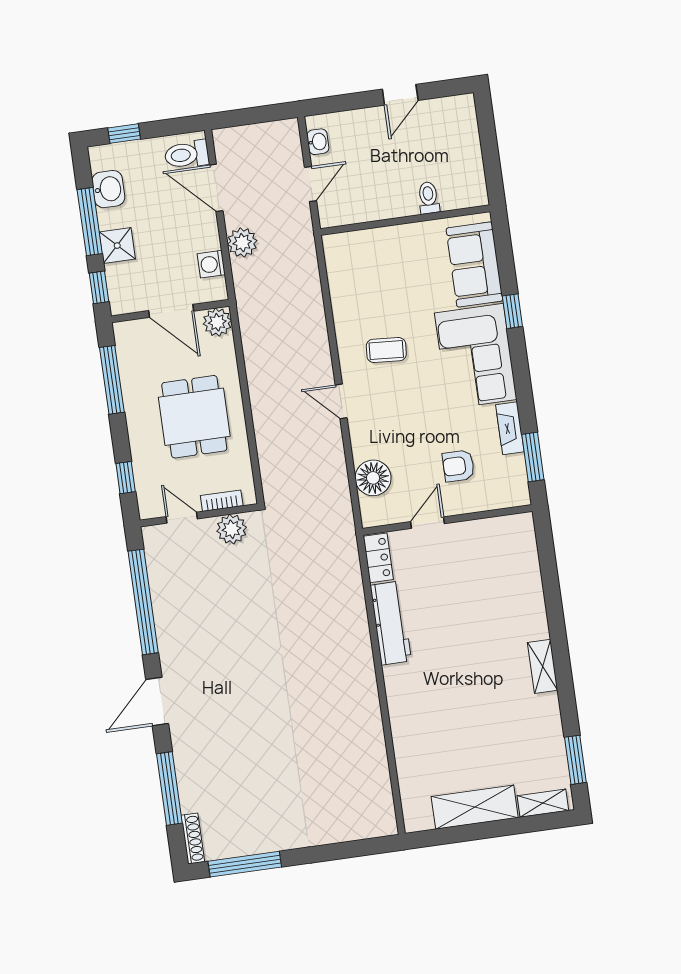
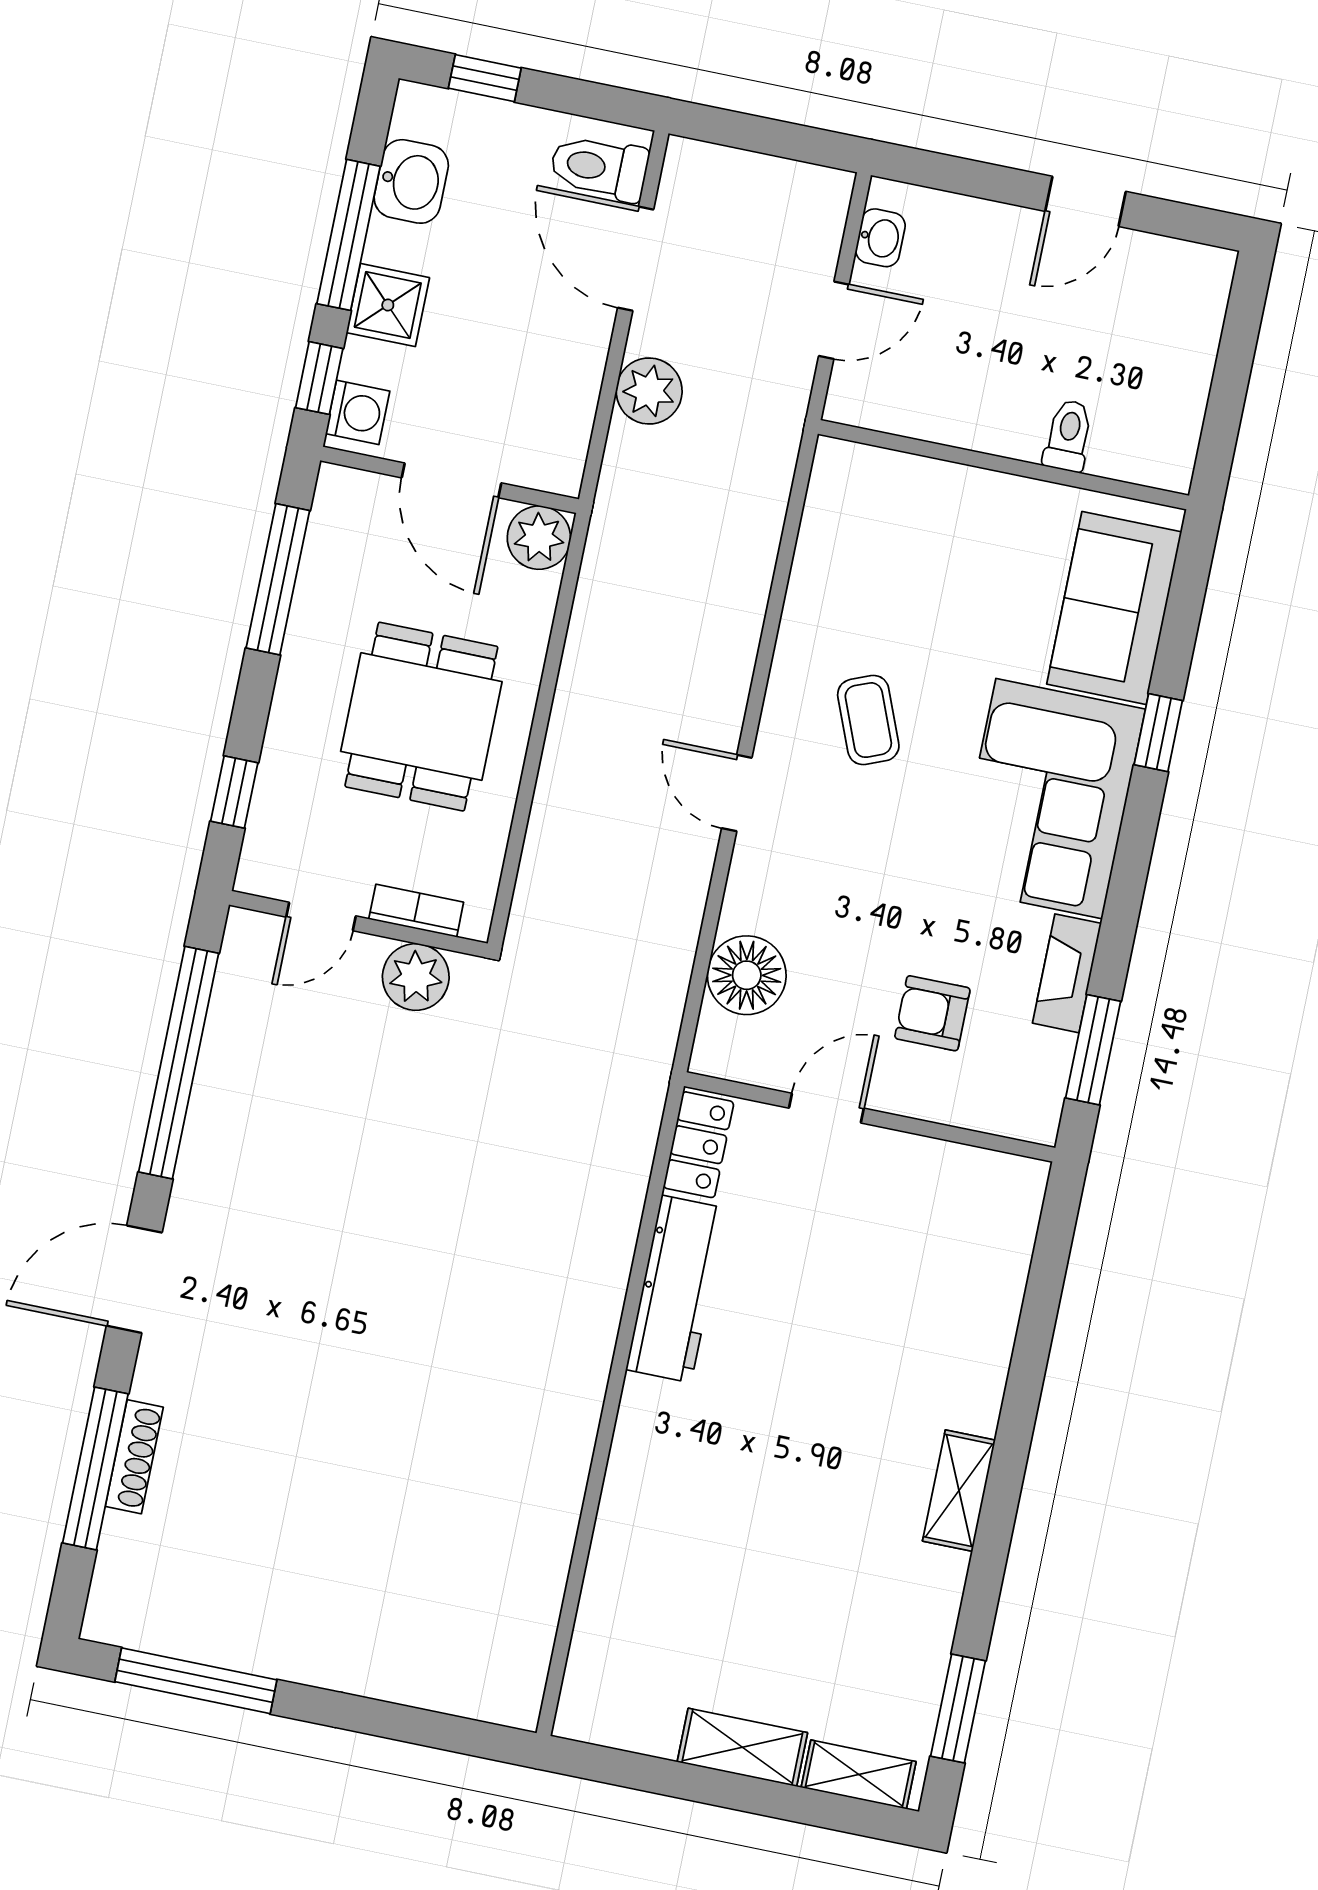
washing machine: (211, 264) -> (358, 412), moved, turned 180
coffee table: (386, 350) -> (868, 720), turned 64
door: (182, 518) -> (321, 916), swing flipped
shelving: (475, 807) -> (742, 1747), width x0.67, depth x0.75
shoe rack: (193, 839) -> (134, 1457), moved

